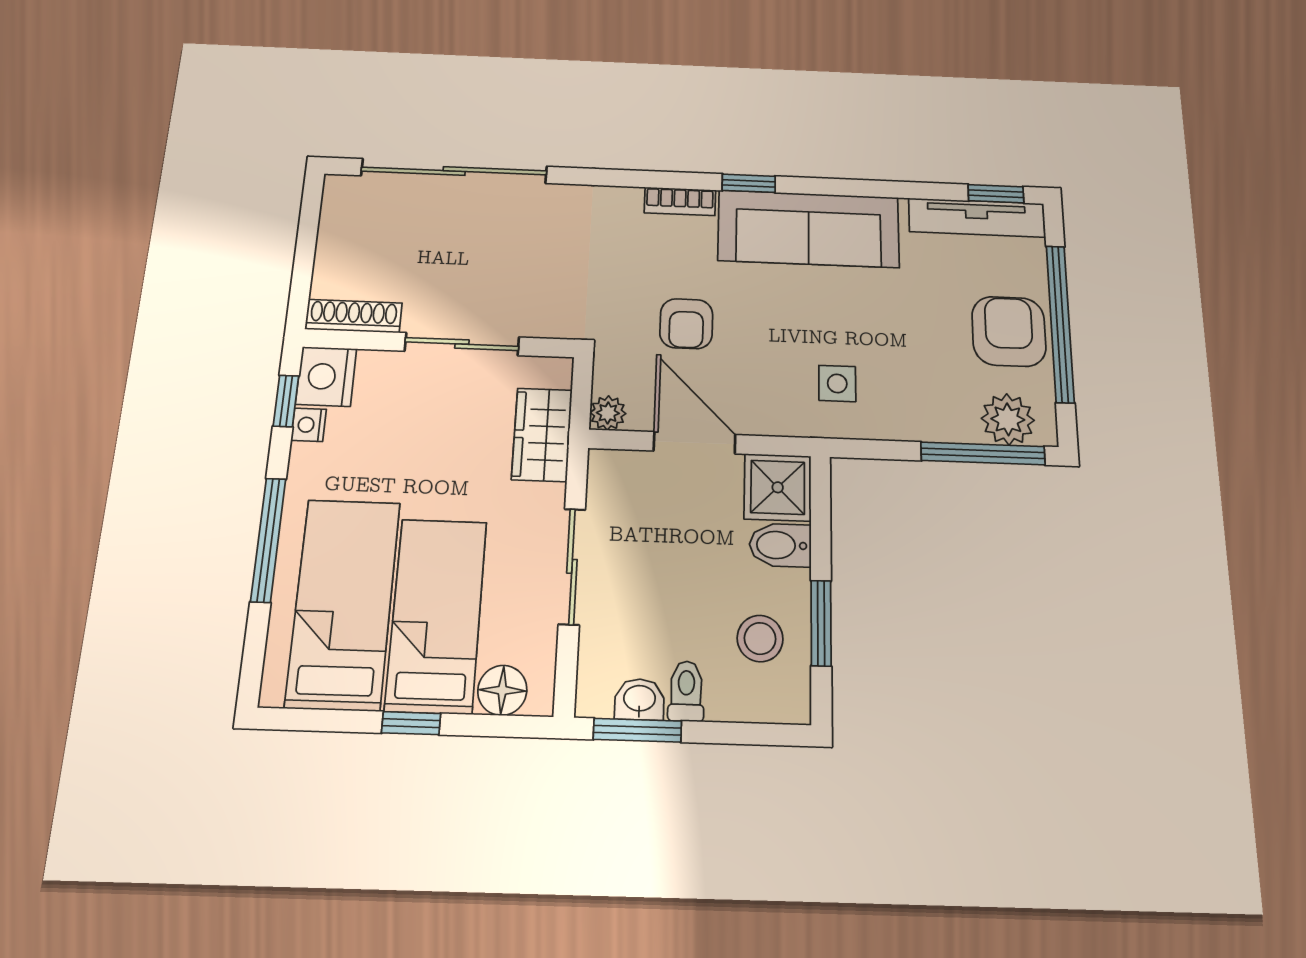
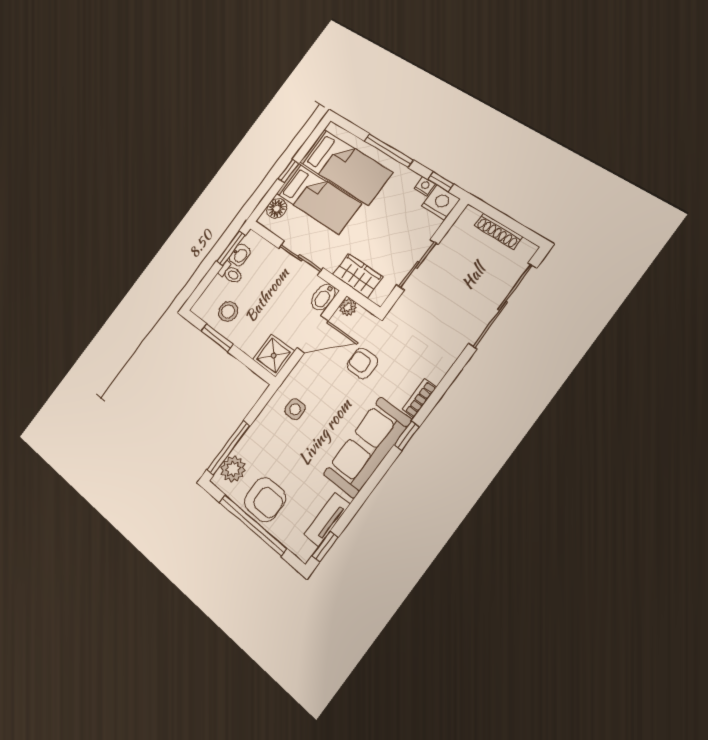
tv unit: (977, 218) -> (327, 519), width x0.71
shoe rack: (354, 316) -> (498, 231), moved, turned 90
bidet: (780, 545) -> (324, 297), moved, turned 180

